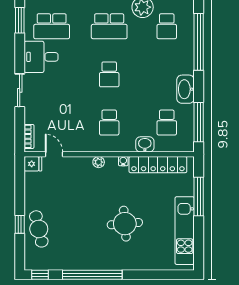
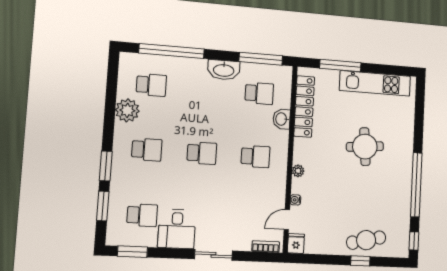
school desk: (52, 26) -> (142, 215), width x0.54
school desk: (109, 26) -> (147, 150), width x0.54
water cooler: (123, 161) -> (295, 200), moved

